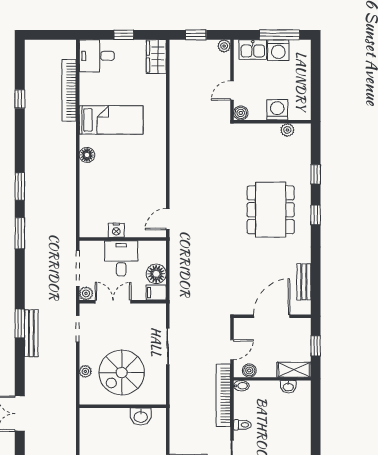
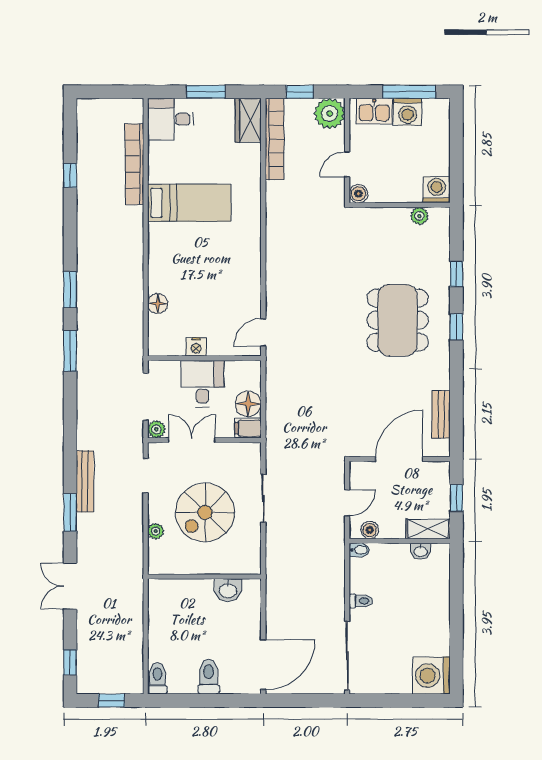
window: (124, 35) -> (206, 92), width x1.50
plant: (224, 46) -> (330, 113), width x1.87, depth x1.87
washing machine: (277, 110) -> (437, 190), moved
floor lamp: (87, 155) -> (158, 304), moved
window: (20, 323) -> (70, 513), moved
spiral stairs: (122, 373) -> (205, 512), moved
bookcase: (223, 395) -> (275, 139), moved, turned 180

